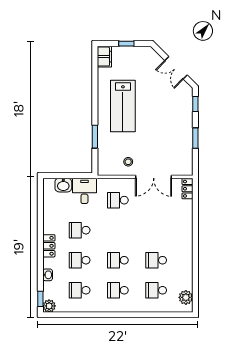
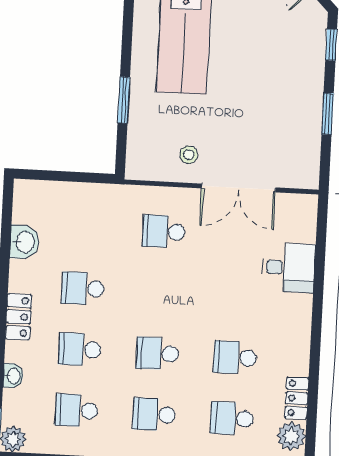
washbasin: (63, 185) -> (25, 242), moved, turned -90
locker: (187, 189) -> (297, 398), moved
desk: (84, 191) -> (288, 268), moved, turned 90

